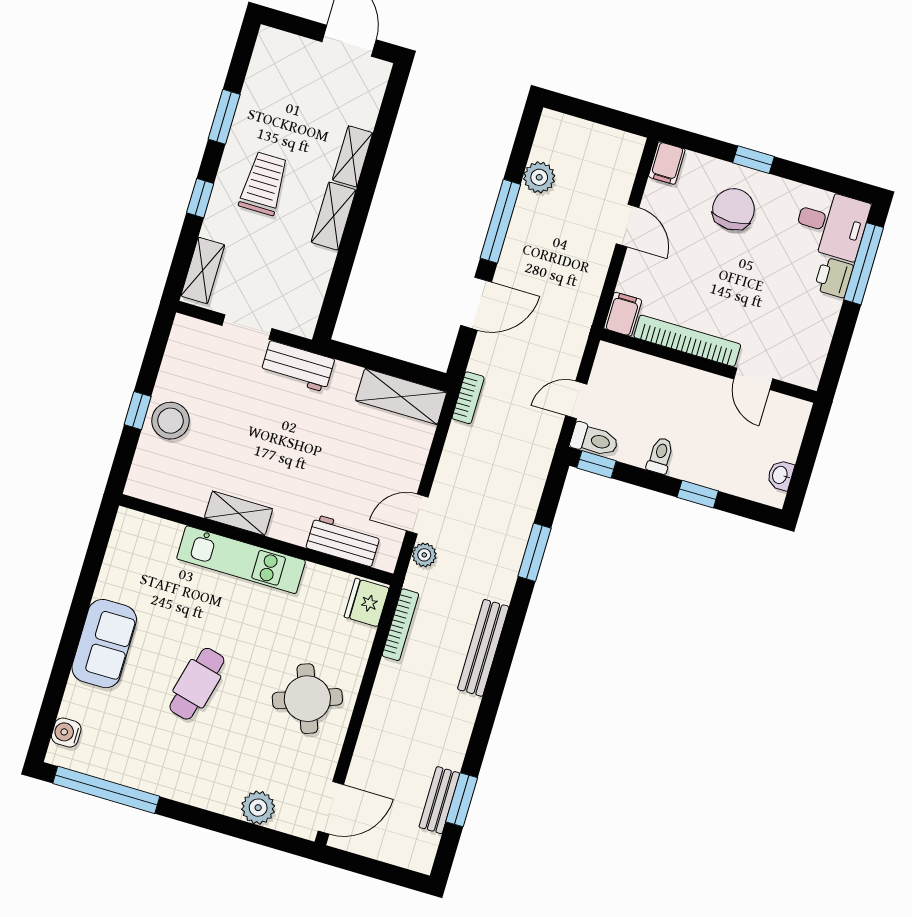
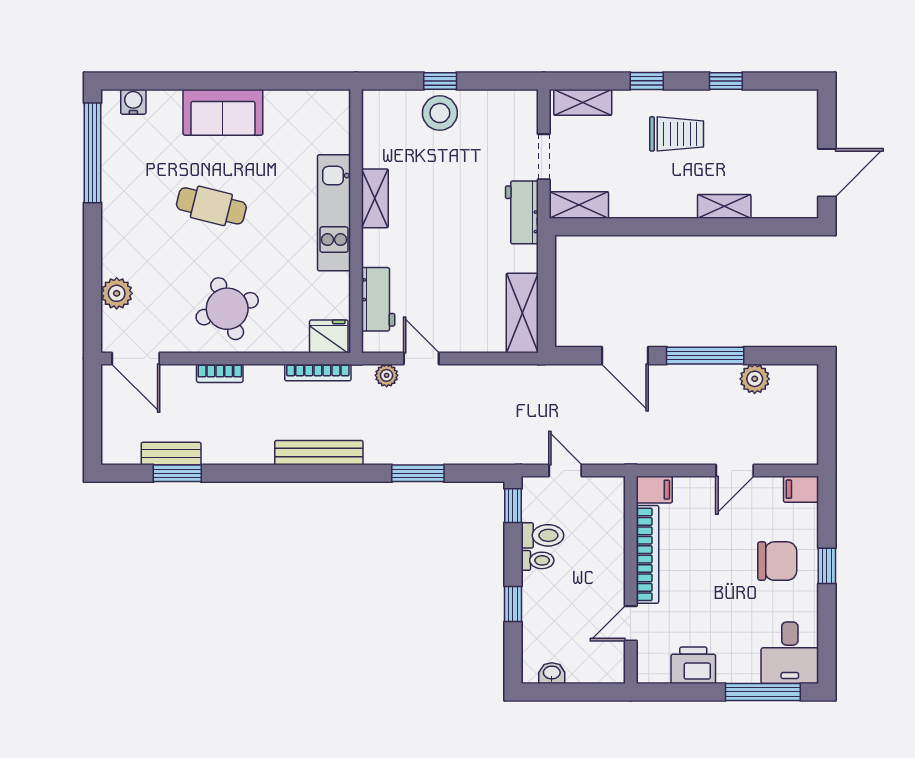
window: (224, 117) -> (726, 81), width x0.67
shelving: (334, 216) -> (579, 205), moved
printer: (834, 277) -> (693, 665), moved, width x1.36, depth x1.24
bookcase: (468, 398) -> (220, 373), moved
toilet: (594, 440) -> (542, 535), moved, turned -90

